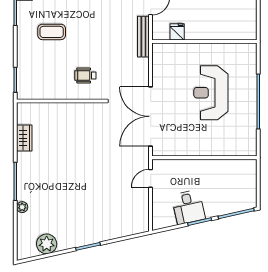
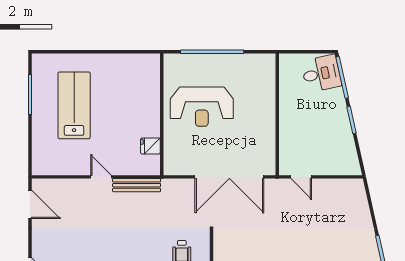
fridge: (177, 32) -> (150, 146), moved
wall: (204, 42) -> (162, 114), moved
desk: (188, 207) -> (321, 74), moved

